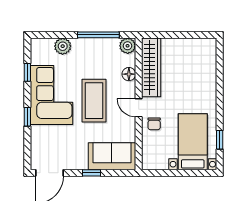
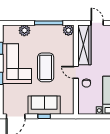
door: (170, 35) -> (97, 23), added
floor lamp: (129, 74) -> (69, 49), removed
sofa: (112, 156) -> (44, 105), moved

